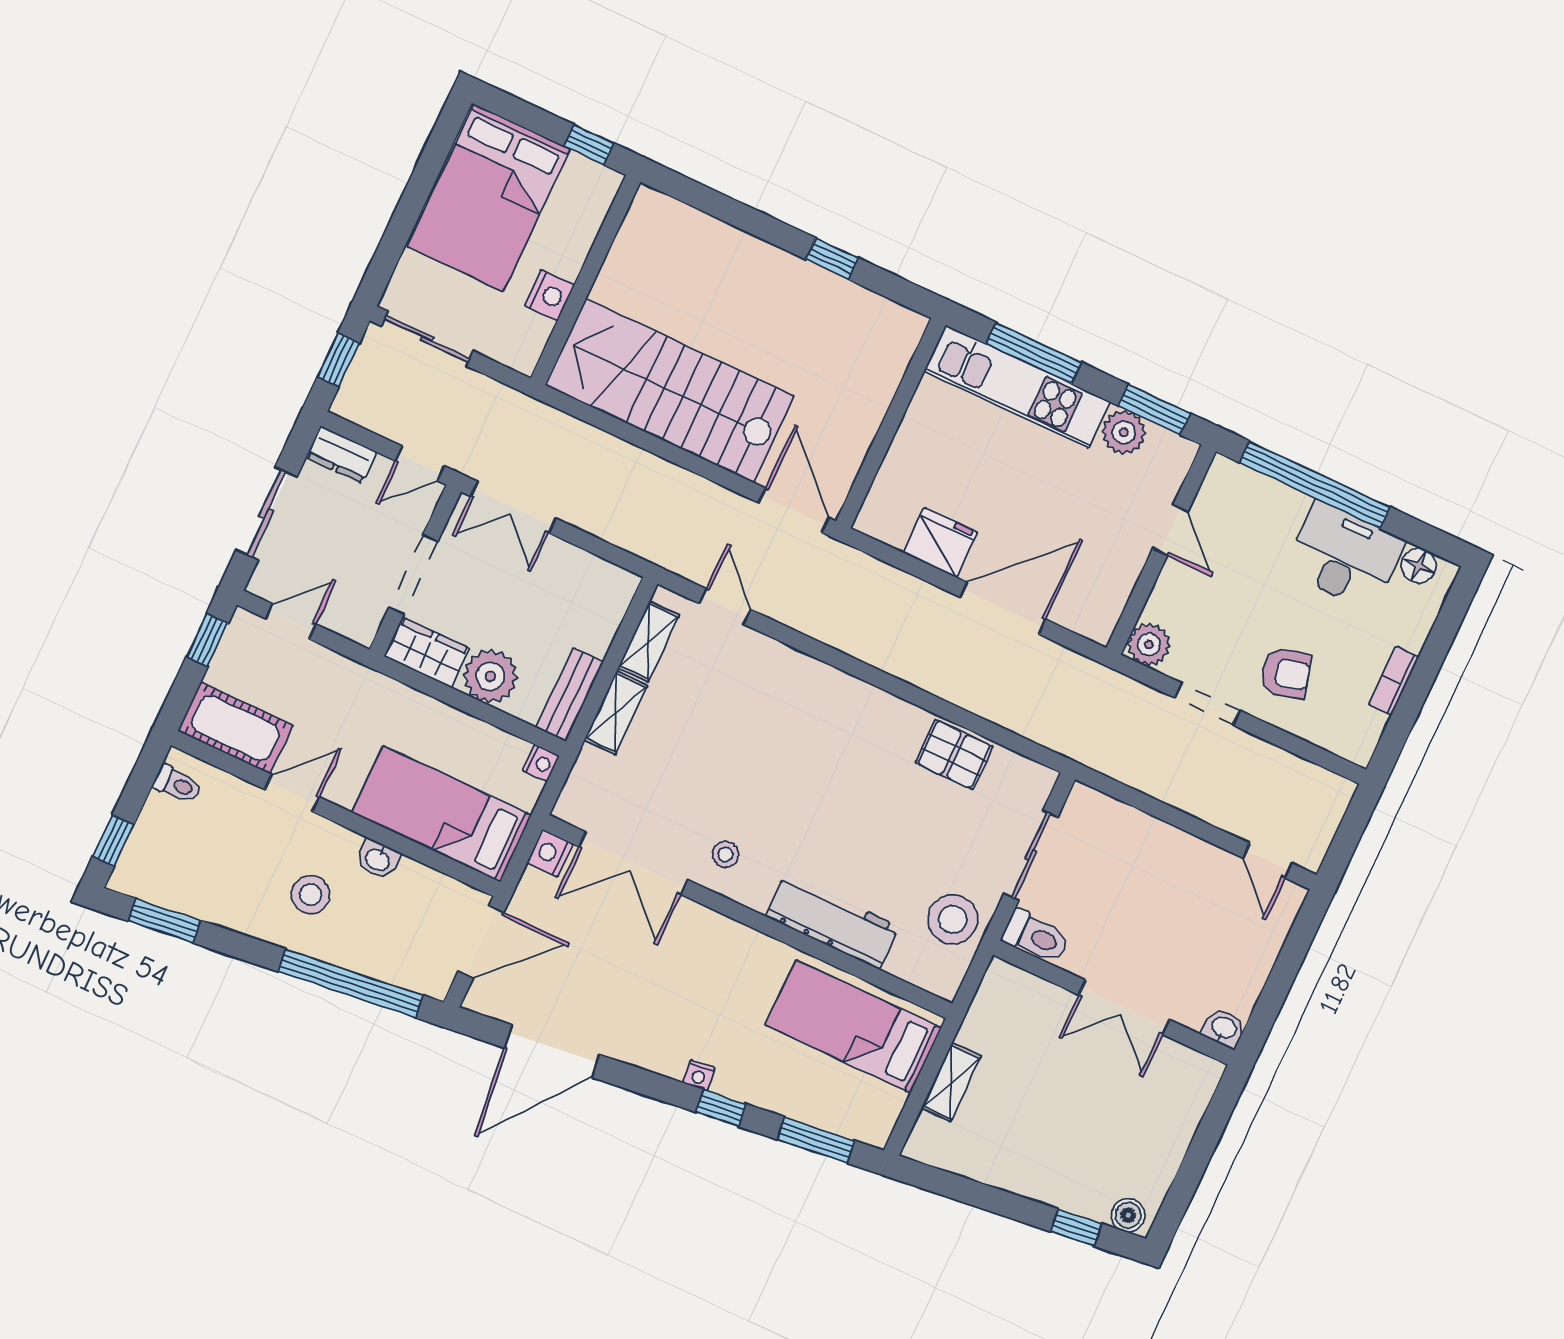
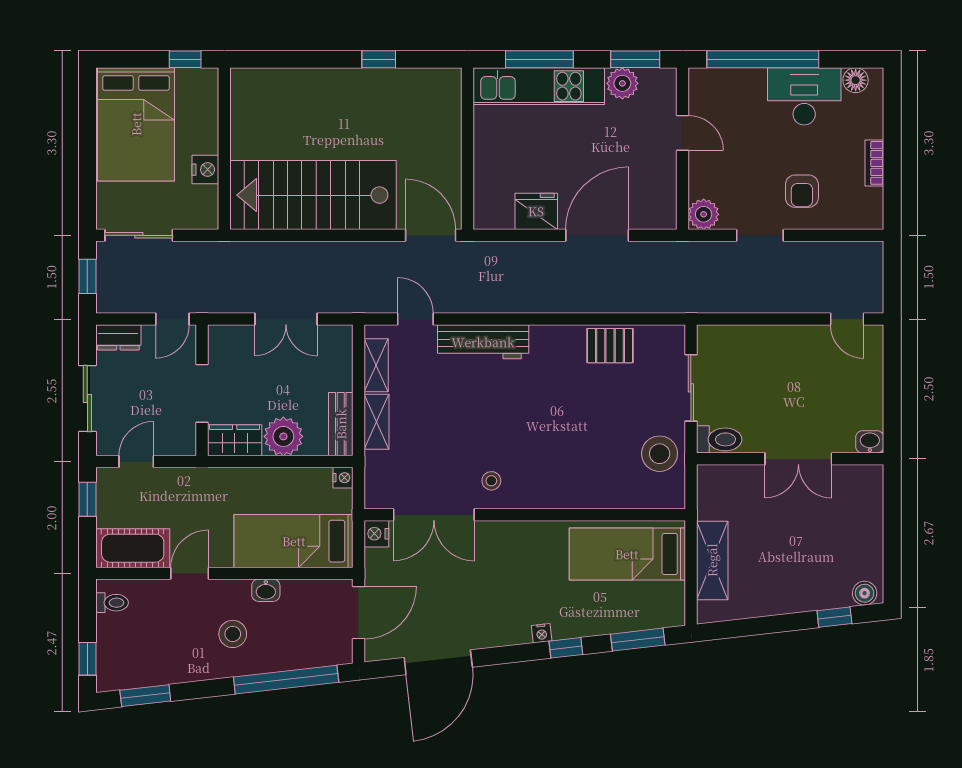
double door: (513, 507) -> (286, 319), moved
armchair: (1286, 673) -> (802, 191), turned 105
workbench: (832, 922) -> (483, 342), moved, turned 180
shelving: (951, 1082) -> (712, 560), width x1.50, depth x1.33

